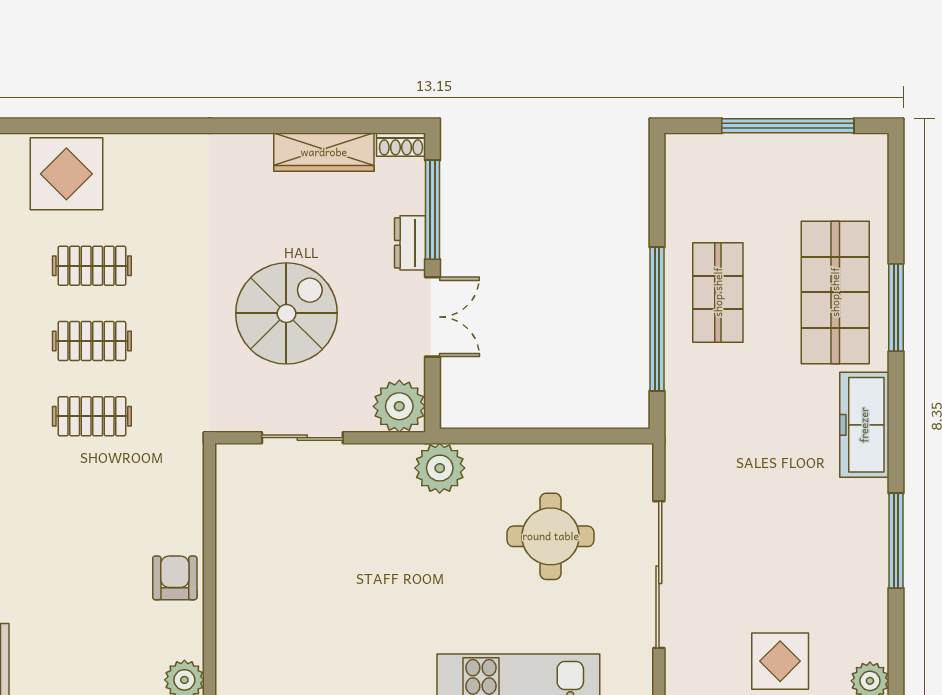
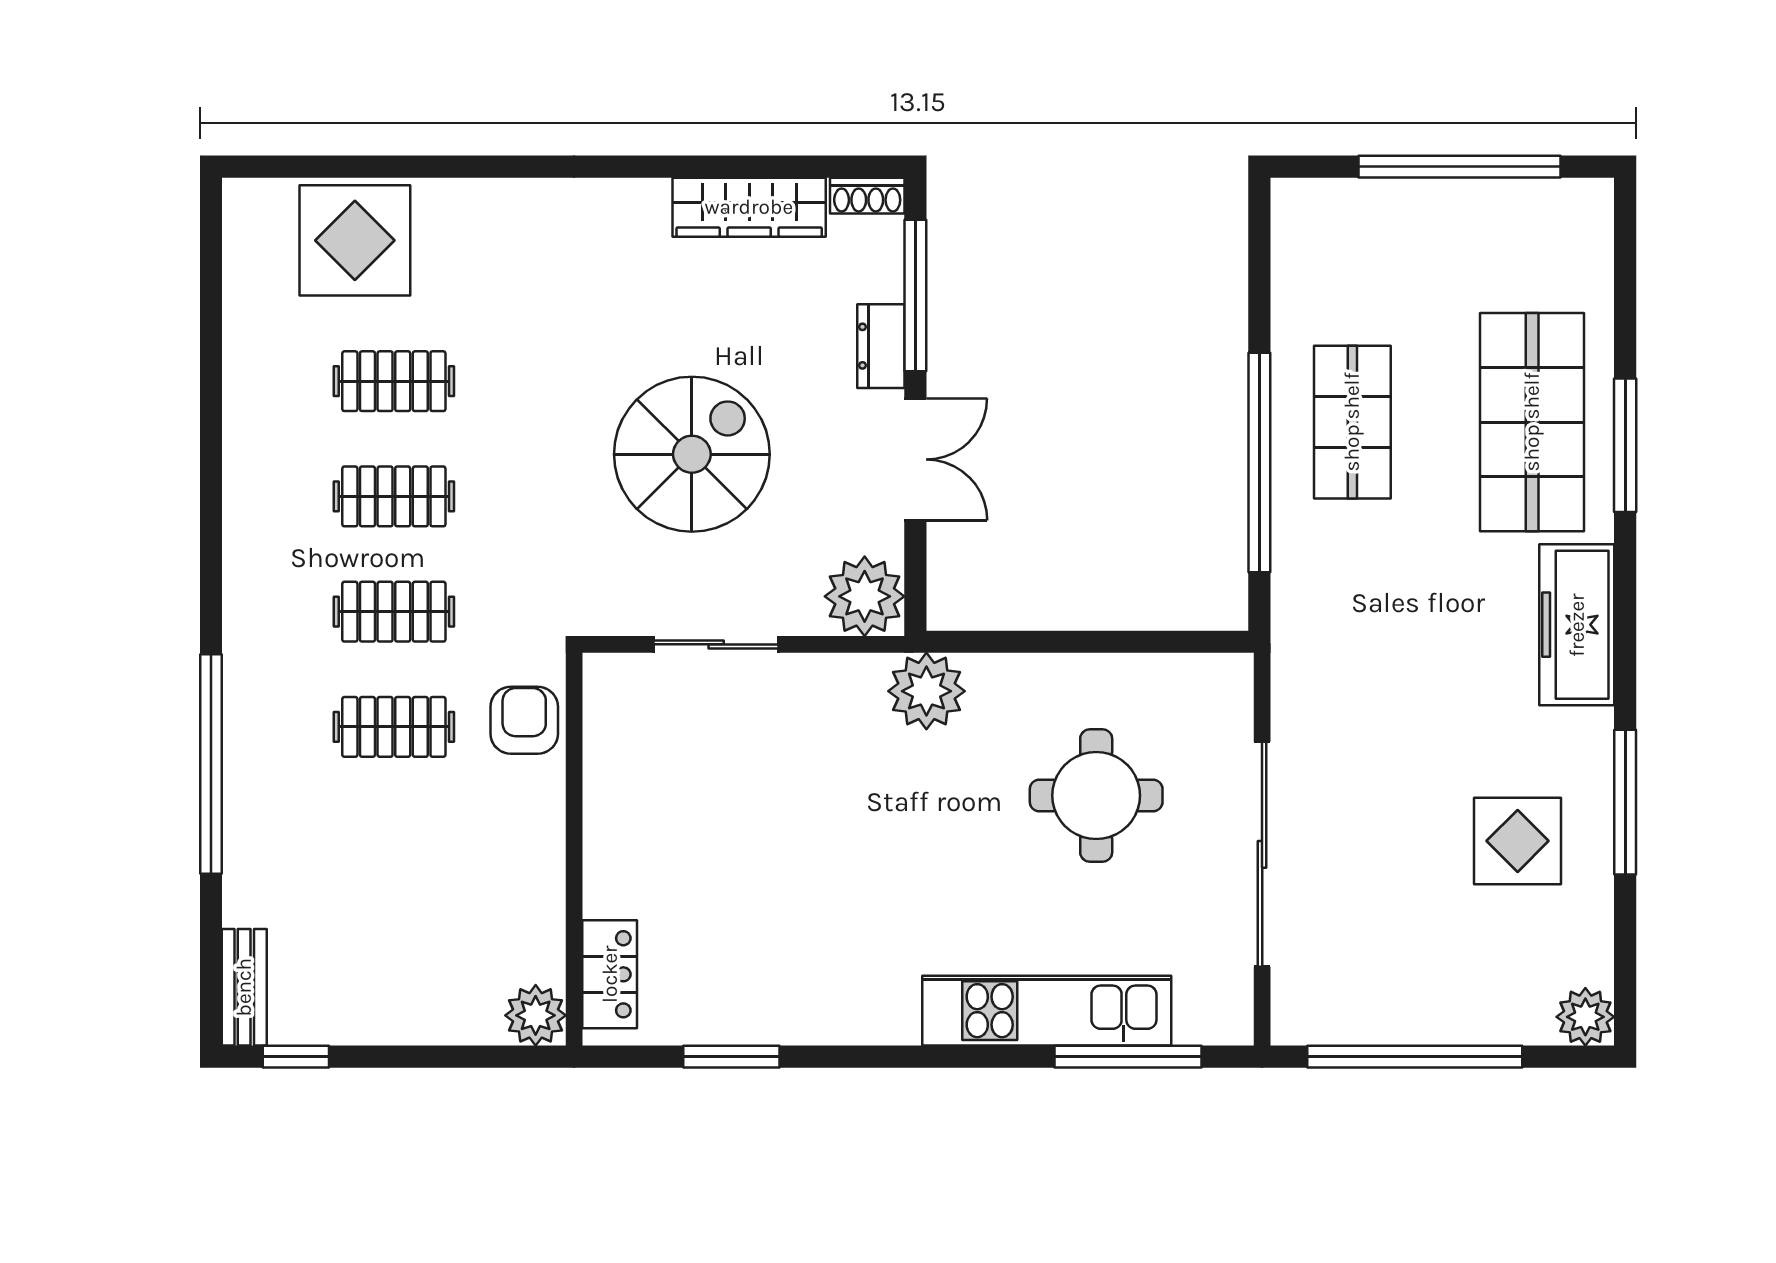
clothes rail: (92, 492) -> (394, 727), added
armchair: (175, 578) -> (524, 720), moved
locker: (233, 653) -> (610, 974), added
display table: (780, 661) -> (1518, 841), moved

